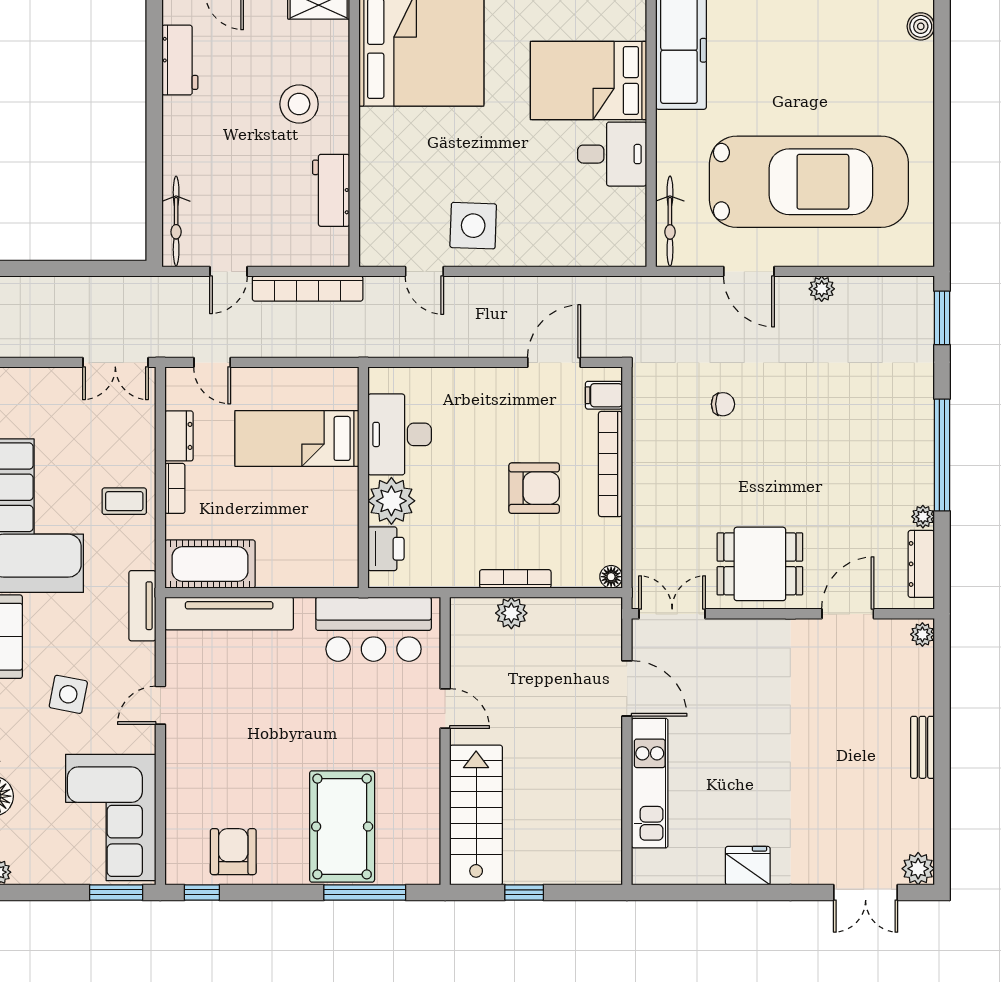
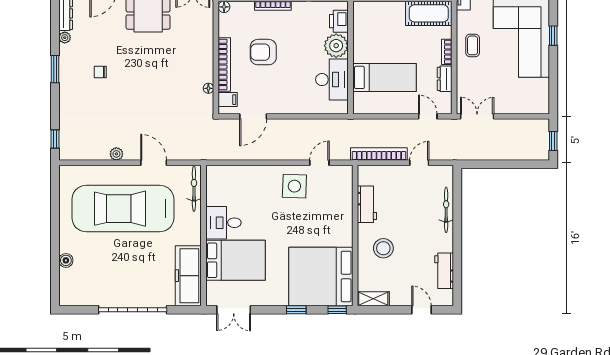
boiler: (921, 26) -> (66, 260), moved
bicycle: (176, 221) -> (446, 210), moved
door: (424, 271) -> (319, 163), hinge flipped
window: (942, 318) -> (55, 139), width x0.67
chair: (723, 404) -> (100, 72), moved
floor lamp: (641, 417) -> (208, 88), added
window: (942, 455) -> (55, 69), width x0.47
coffee table: (124, 501) -> (473, 45), turned 90

